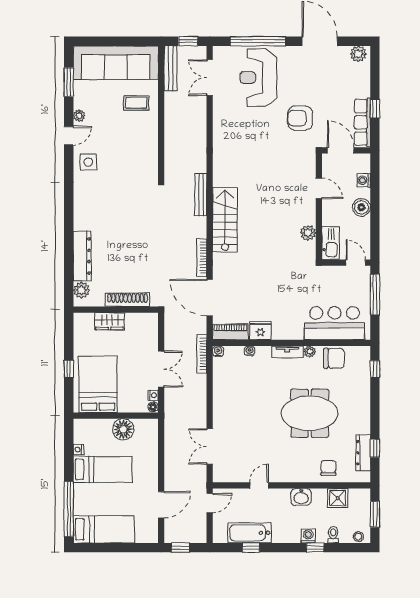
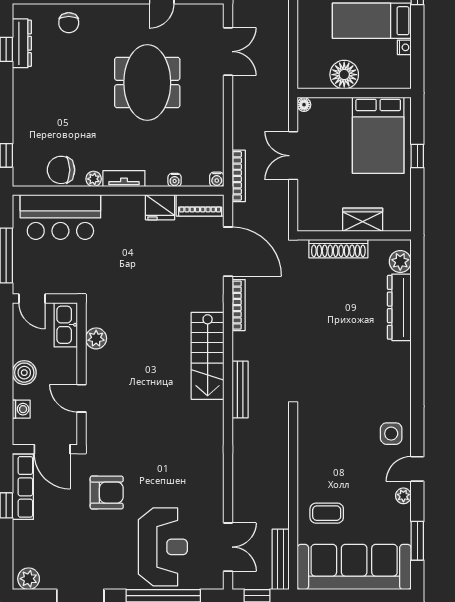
nightstand: (153, 395) -> (304, 120), removed
meeting table: (310, 413) -> (147, 83), moved, turned 90

